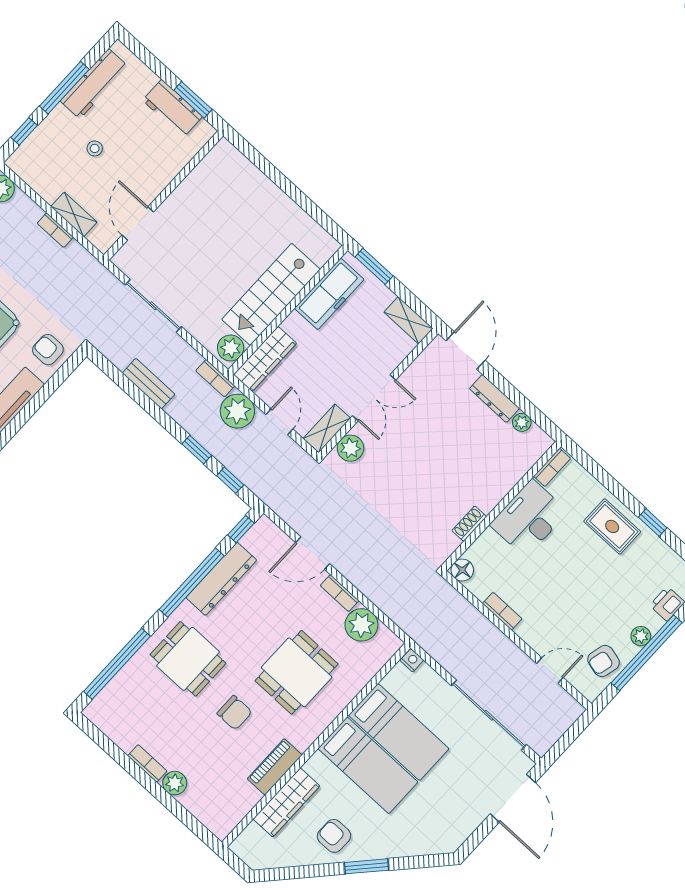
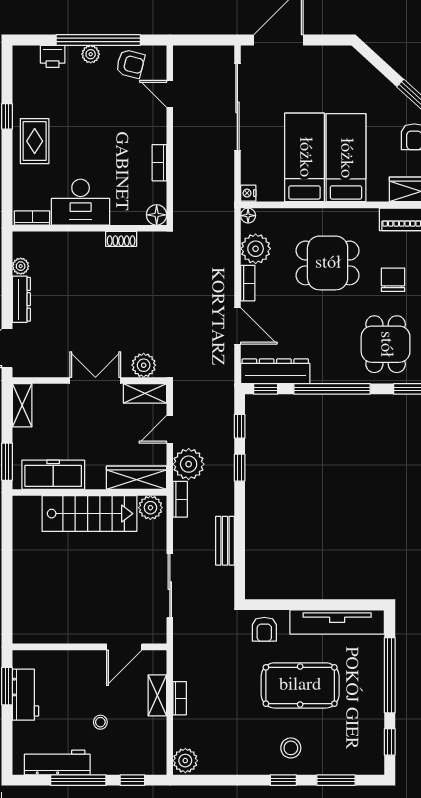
dresser: (221, 579) -> (275, 371), moved
floor lamp: (394, 643) -> (248, 216), added

